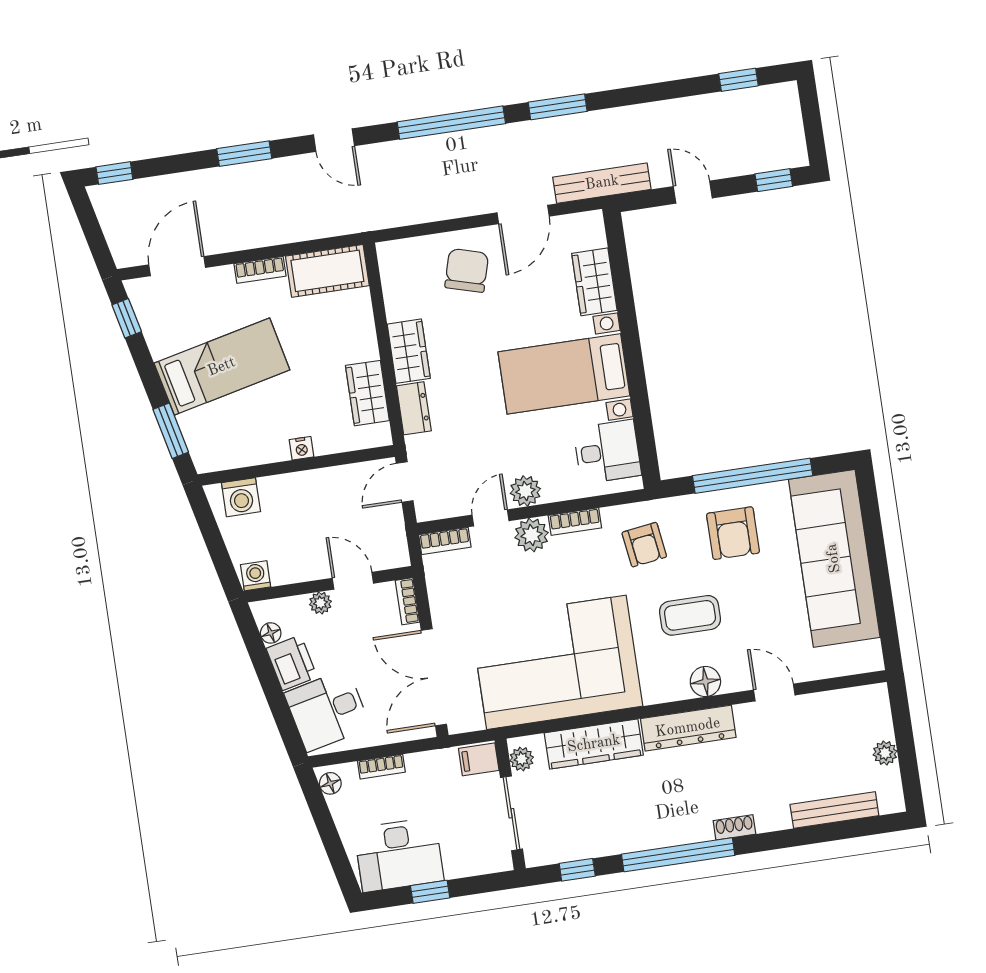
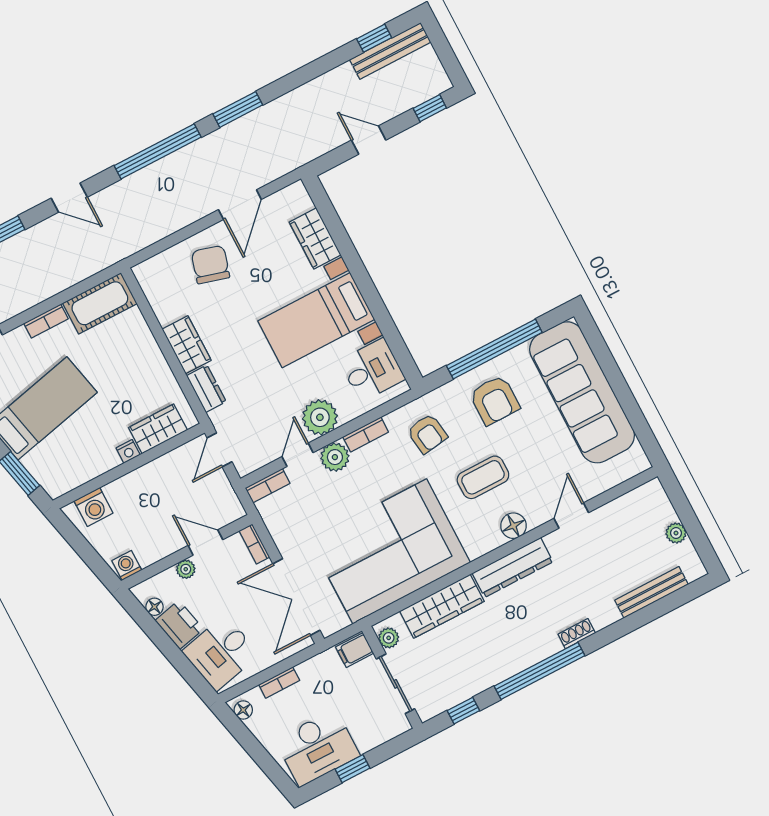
bench: (602, 183) -> (390, 51), moved
wardrobe: (367, 393) -> (158, 429), moved, turned 90
plant: (525, 491) -> (320, 417), width x1.36, depth x1.36
door: (774, 693) -> (571, 516), hinge flipped

